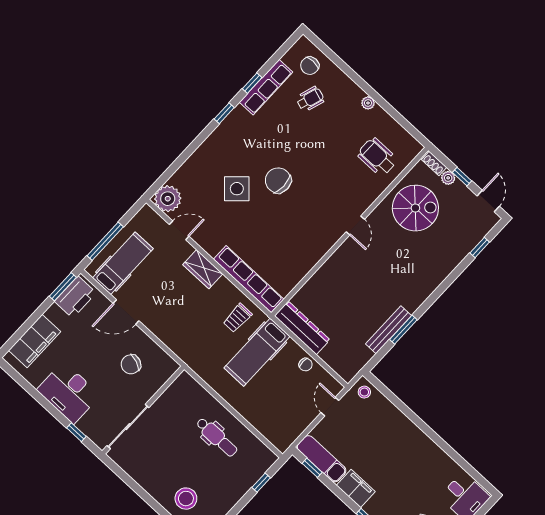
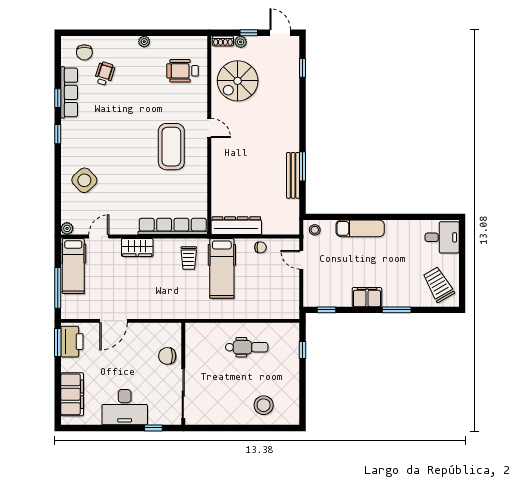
chair: (278, 180) -> (133, 145), removed
side table: (237, 189) -> (84, 180), moved
plant: (168, 199) -> (67, 228), width x0.53, depth x0.53
spiral stairs: (415, 208) -> (238, 81), turned 180
coffee table: (309, 211) -> (171, 147), added
hospital bed: (123, 263) -> (73, 266), moved, turned 180
chair: (131, 364) -> (167, 356), moved, turned 69
exam couch: (322, 459) -> (360, 228), moved, turned 180

